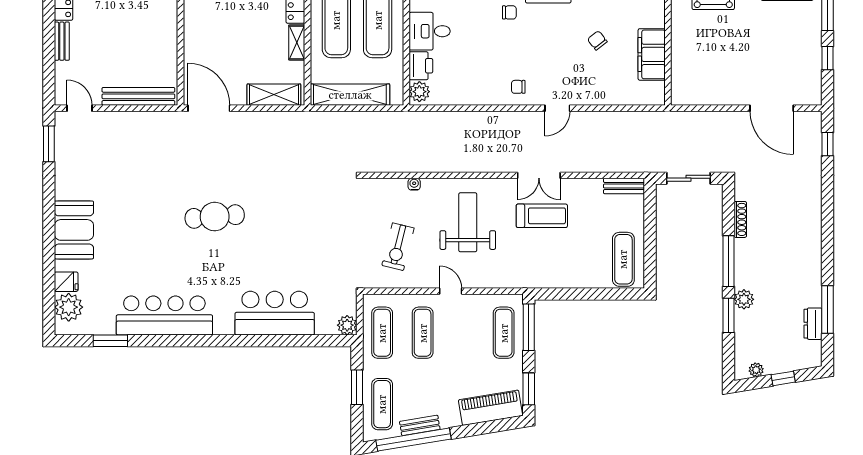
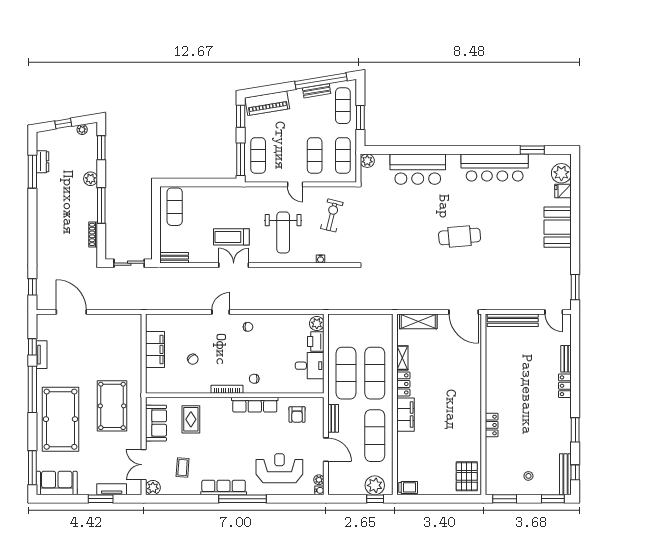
tv unit: (814, 47) -> (42, 355), added
shelving: (350, 95) -> (365, 321), removed
window: (729, 315) -> (101, 148), moved

